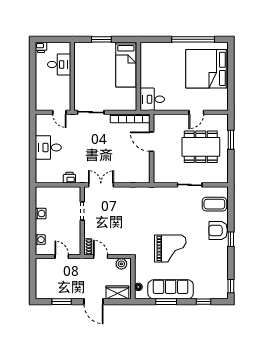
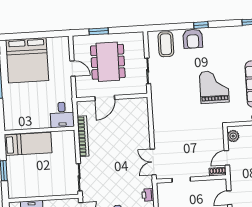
door: (152, 142) -> (105, 98), moved
wall: (152, 149) -> (112, 98), moved

